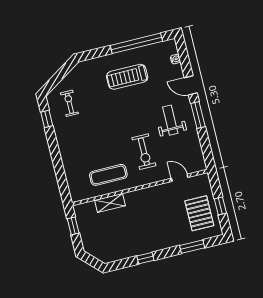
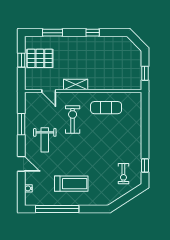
window: (198, 115) -> (21, 124), moved
shelving: (110, 203) -> (76, 85), moved
pallet: (199, 213) -> (40, 58), turned 90

